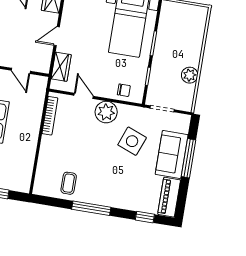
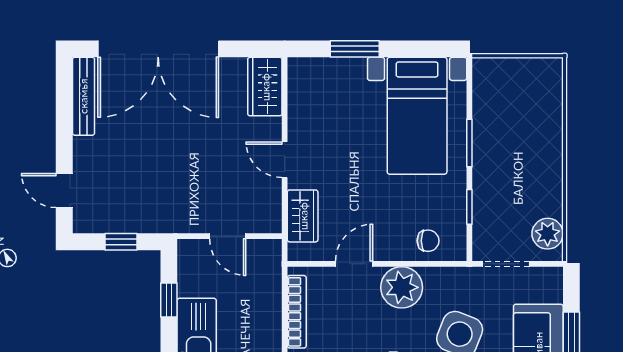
door: (57, 36) -> (285, 160), hinge flipped
plant: (190, 75) -> (548, 234), moved
door: (84, 96) -> (354, 264), hinge flipped

